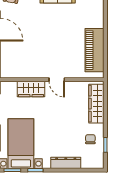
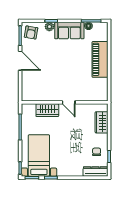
piano: (94, 50) -> (100, 59), moved
wardrobe: (96, 104) -> (101, 122), width x0.67
dresser: (66, 163) -> (95, 171), moved

